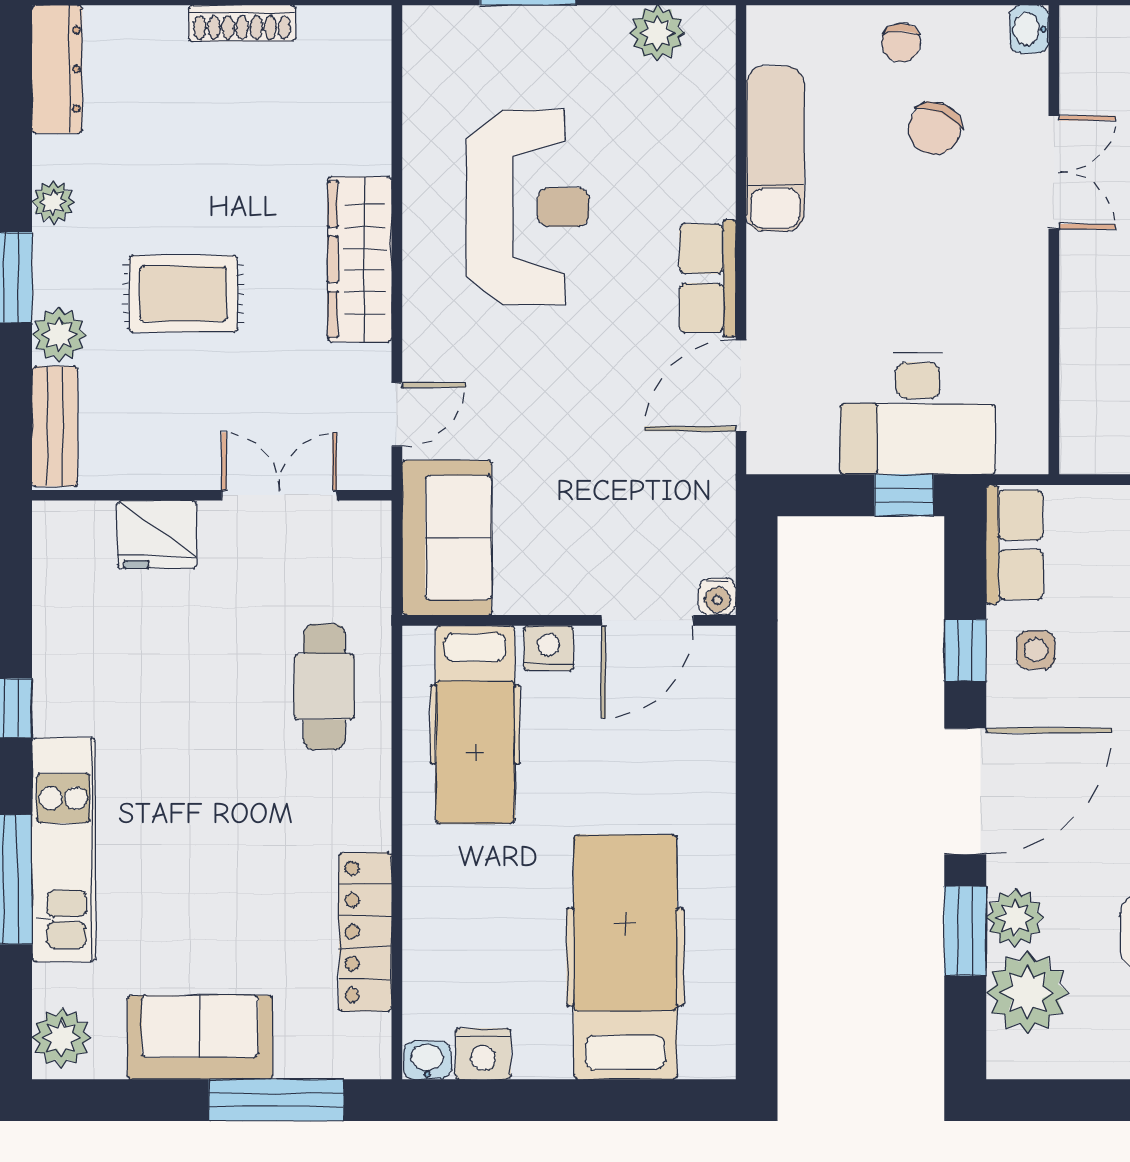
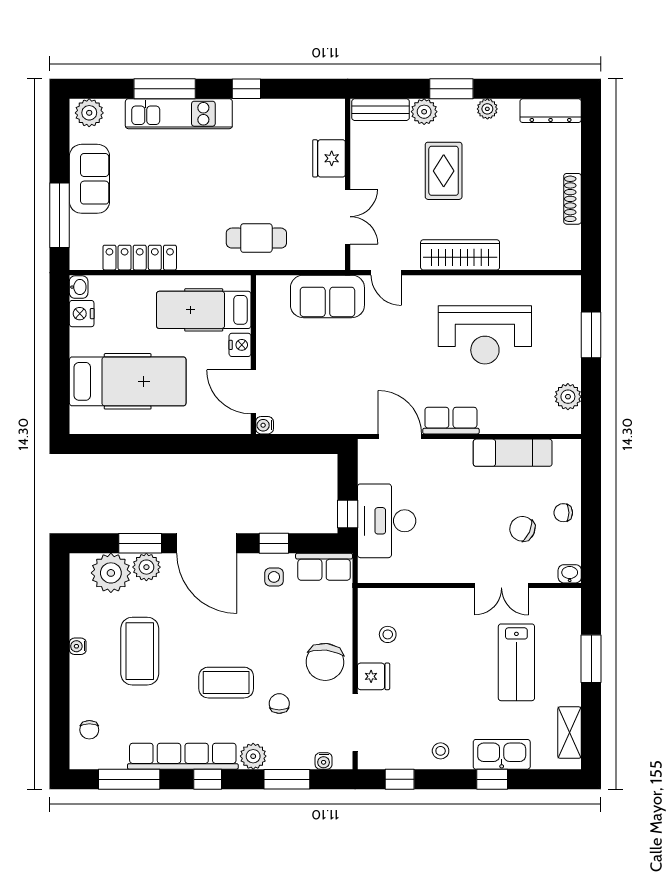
water cooler: (717, 597) -> (265, 425), moved
wall: (569, 620) -> (253, 355), moved
door: (647, 620) -> (253, 392), moved
nightstand: (549, 648) -> (240, 345), moved
hospital bed: (475, 724) -> (204, 310), moved

